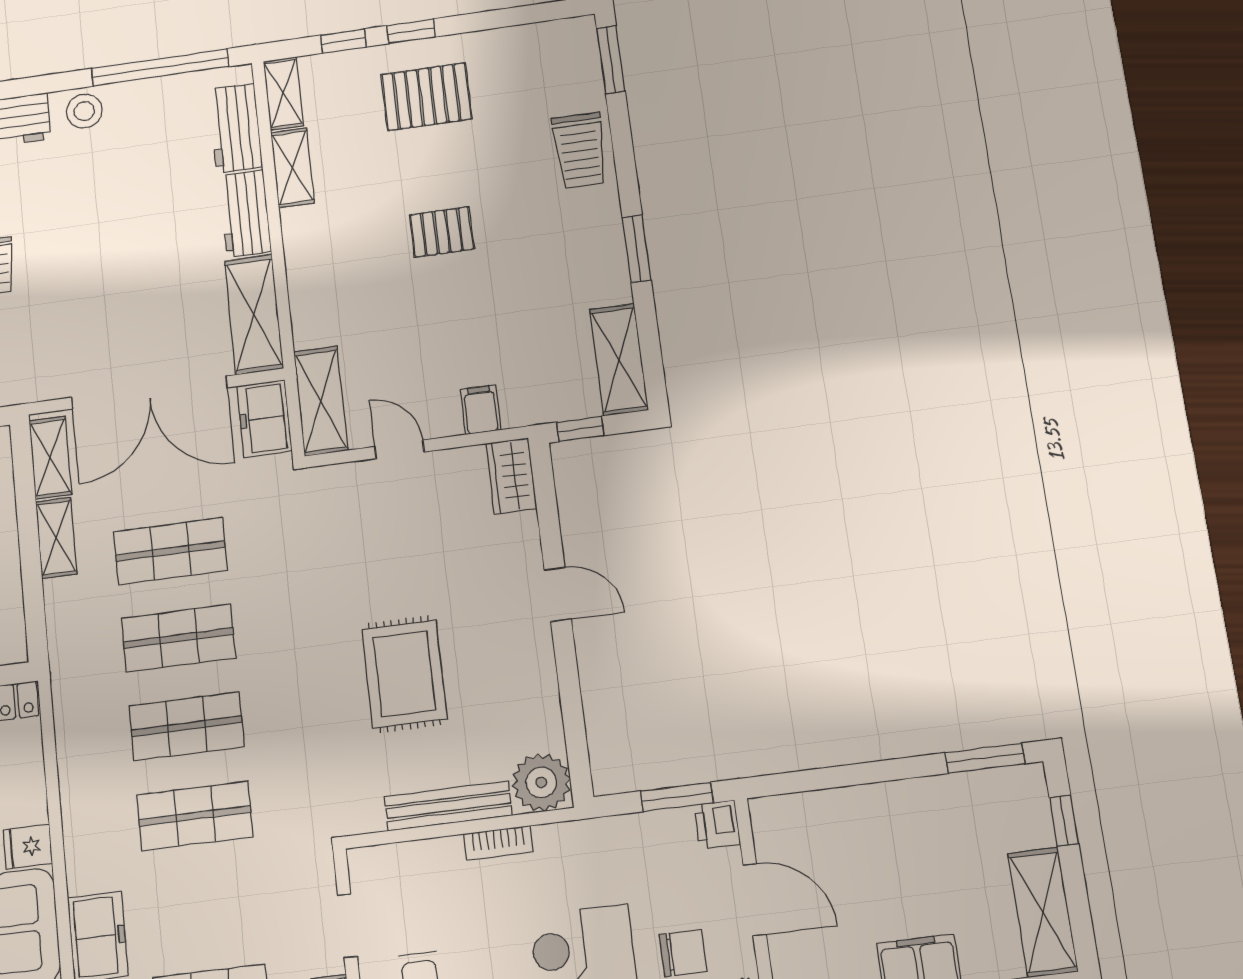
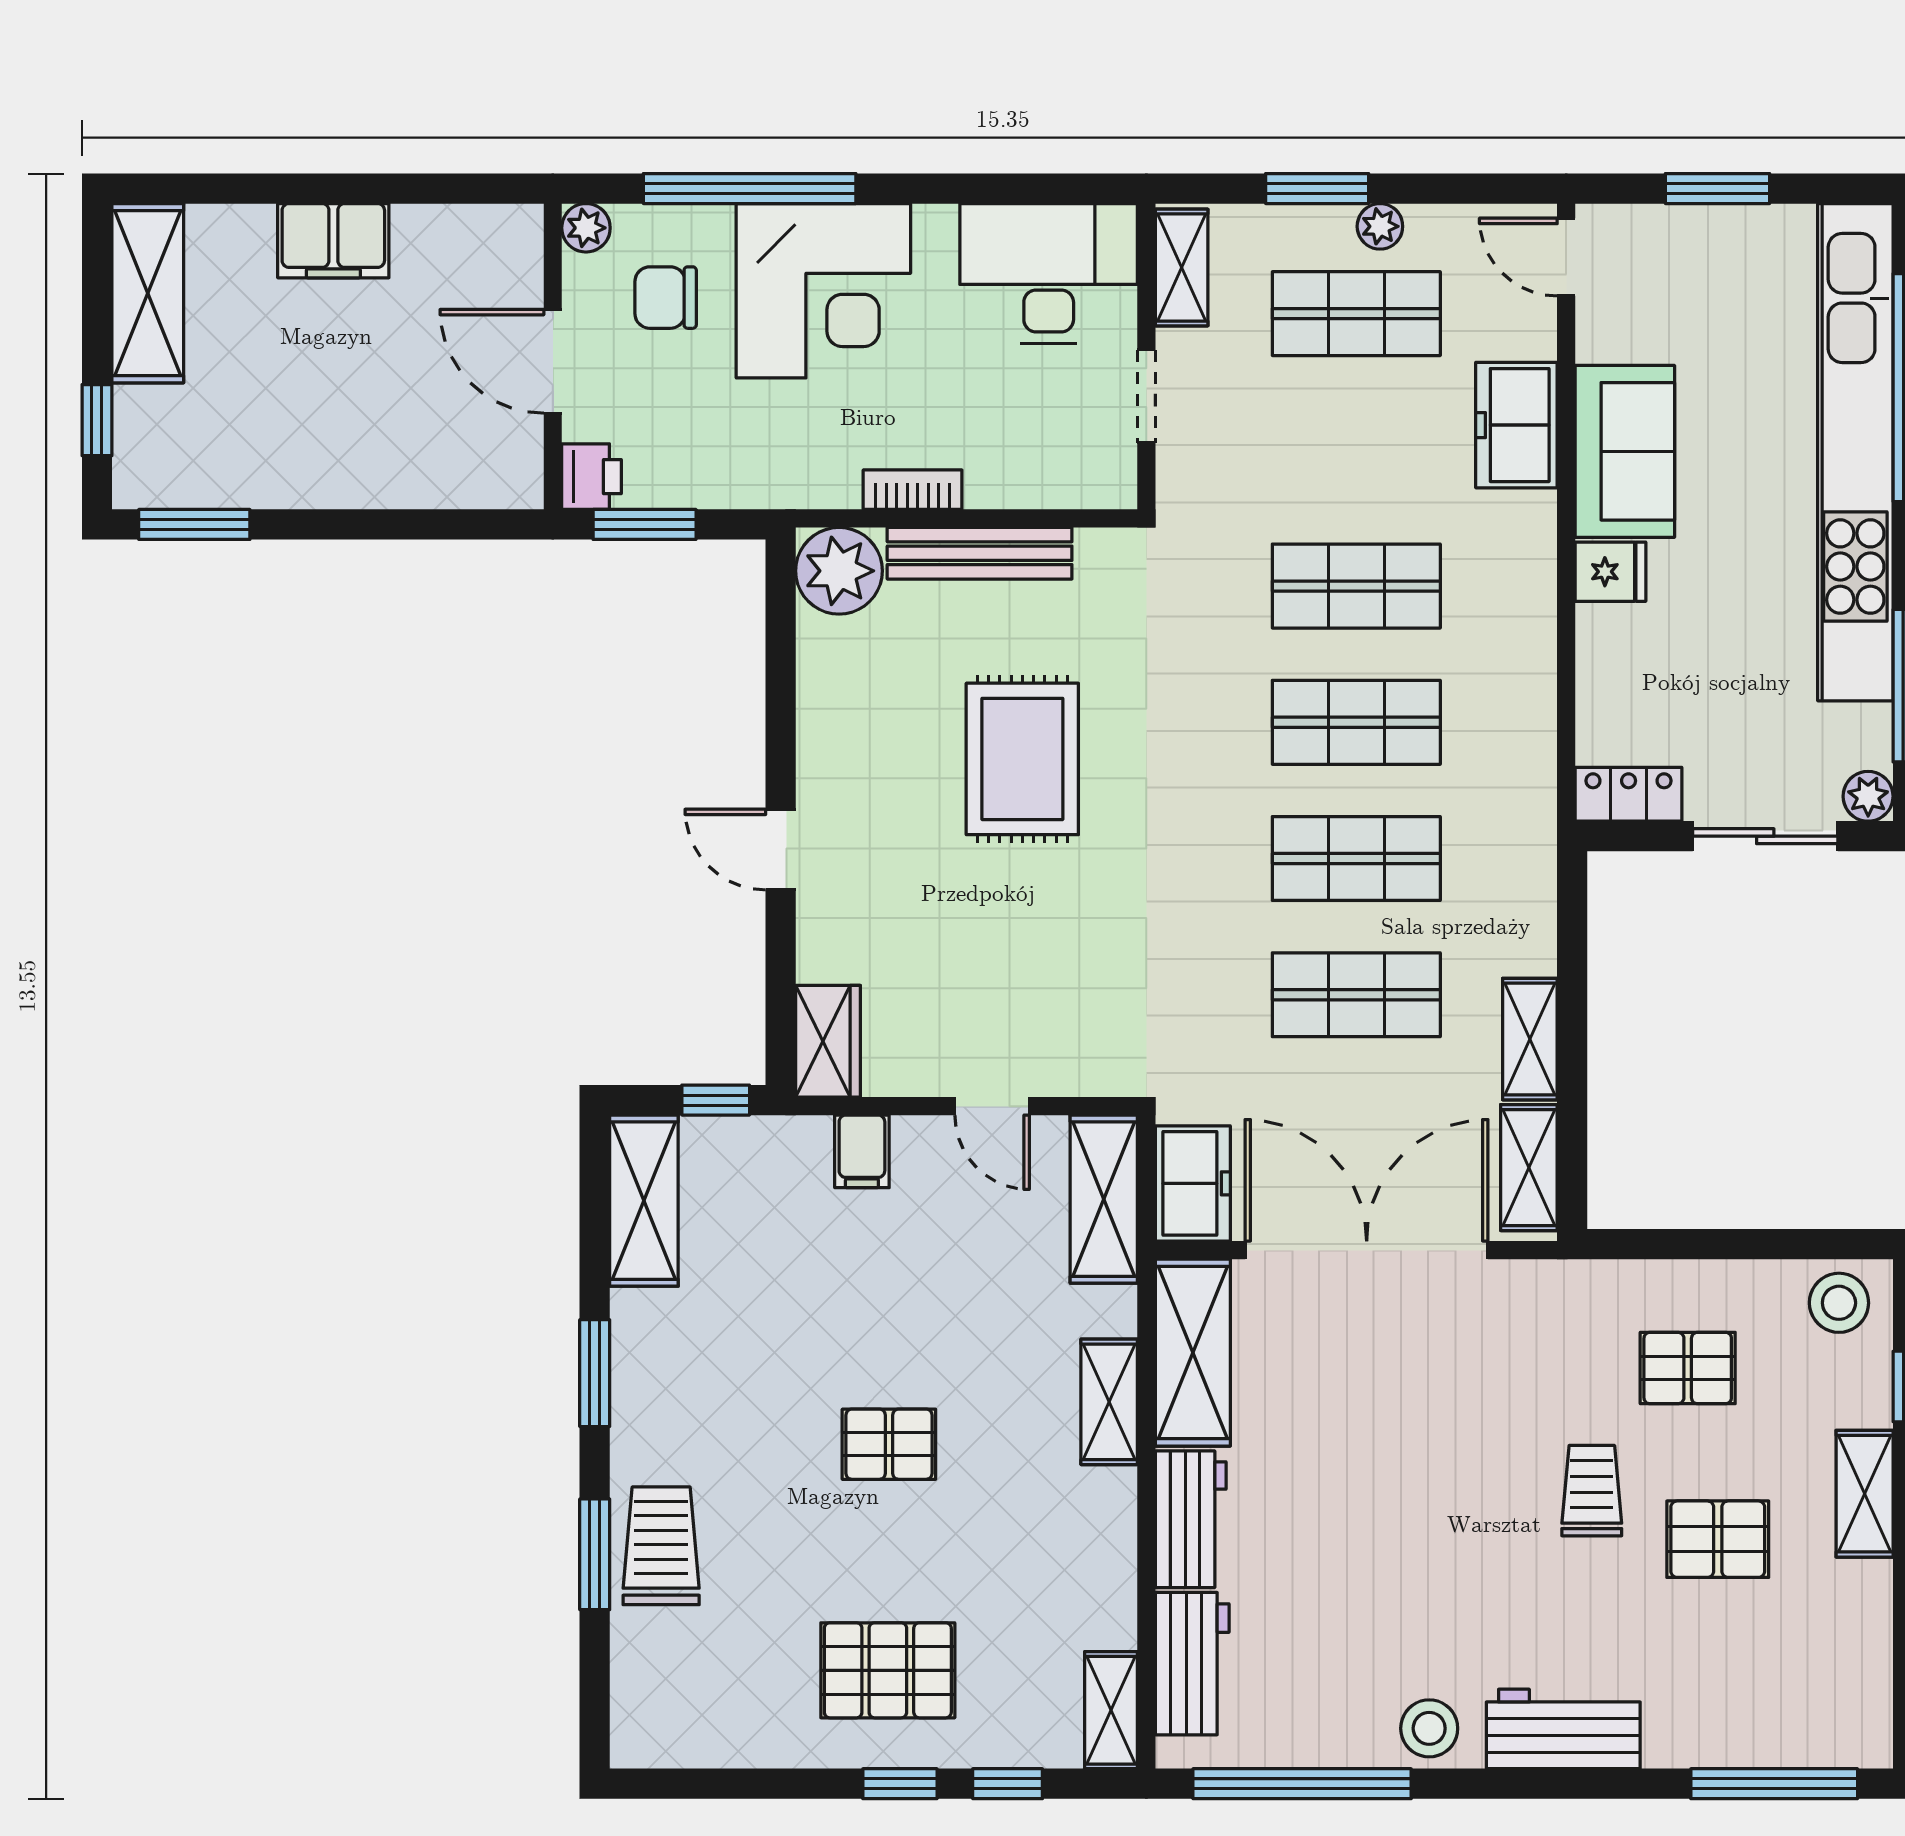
window: (611, 60) -> (595, 1554), moved
shelving: (292, 168) -> (1109, 1402), moved

